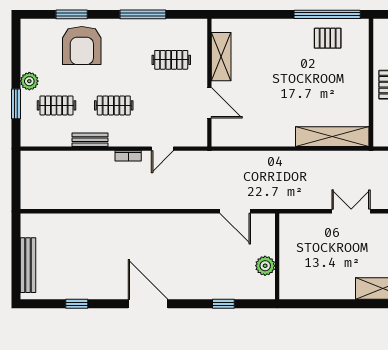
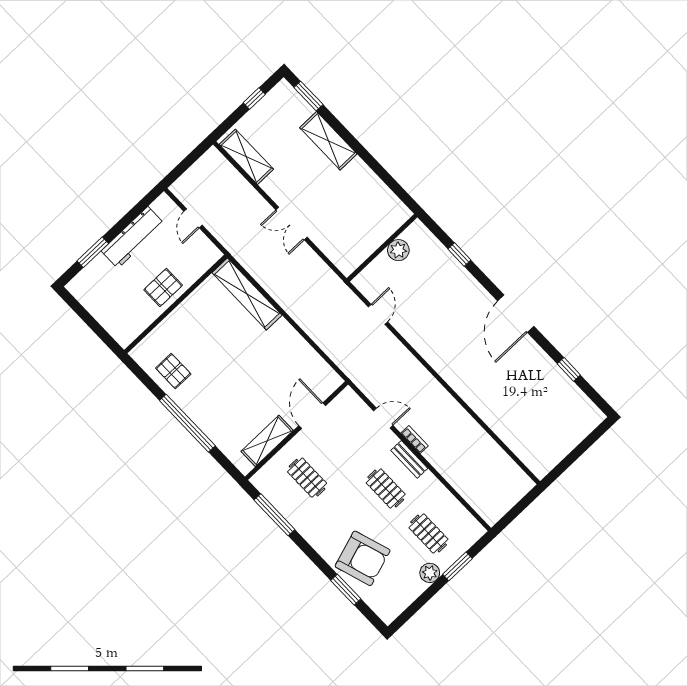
window: (143, 14) -> (274, 515), moved
window: (327, 14) -> (187, 423), moved
armchair: (82, 46) -> (363, 558), turned 72
bench: (90, 140) -> (409, 459), moved
door: (235, 211) -> (378, 314), width x0.73
bench: (28, 265) -> (575, 437), removed

